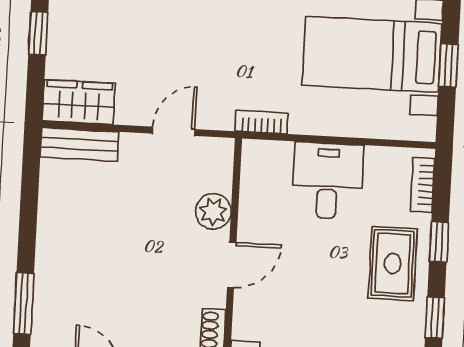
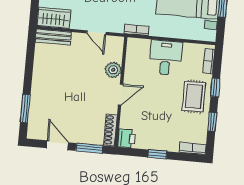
door: (174, 131) -> (96, 33), swing flipped

